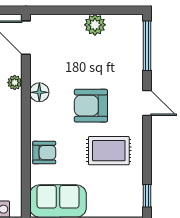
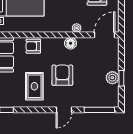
window: (96, 10) -> (121, 78), added
armchair: (44, 153) -> (33, 46), turned 90

